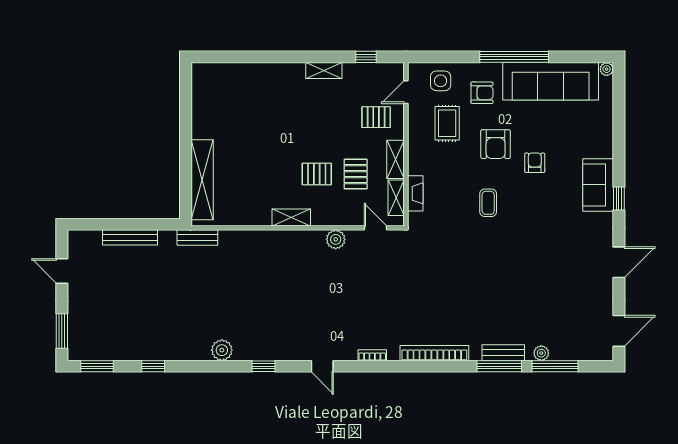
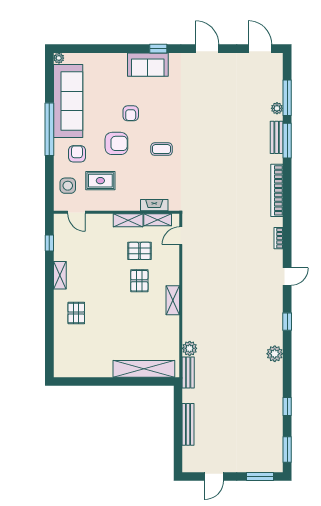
pallet: (376, 117) -> (76, 313), moved
armchair: (535, 163) -> (131, 113), turned -90
plant: (336, 239) -> (190, 348), moved

